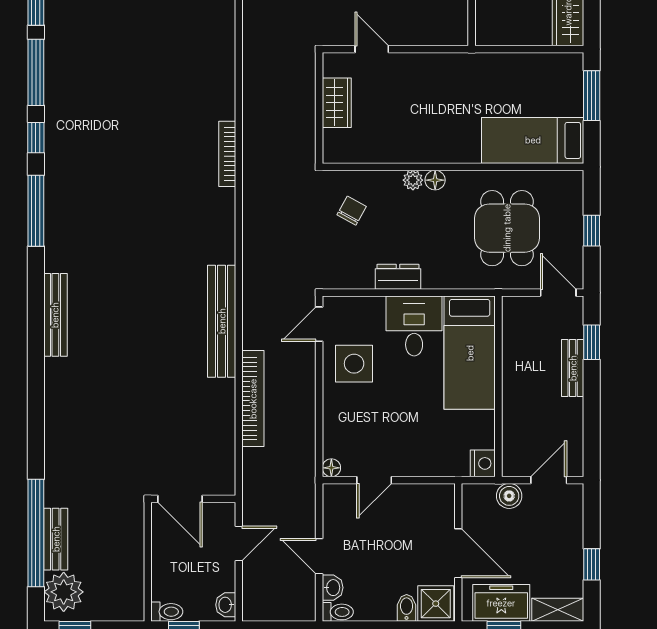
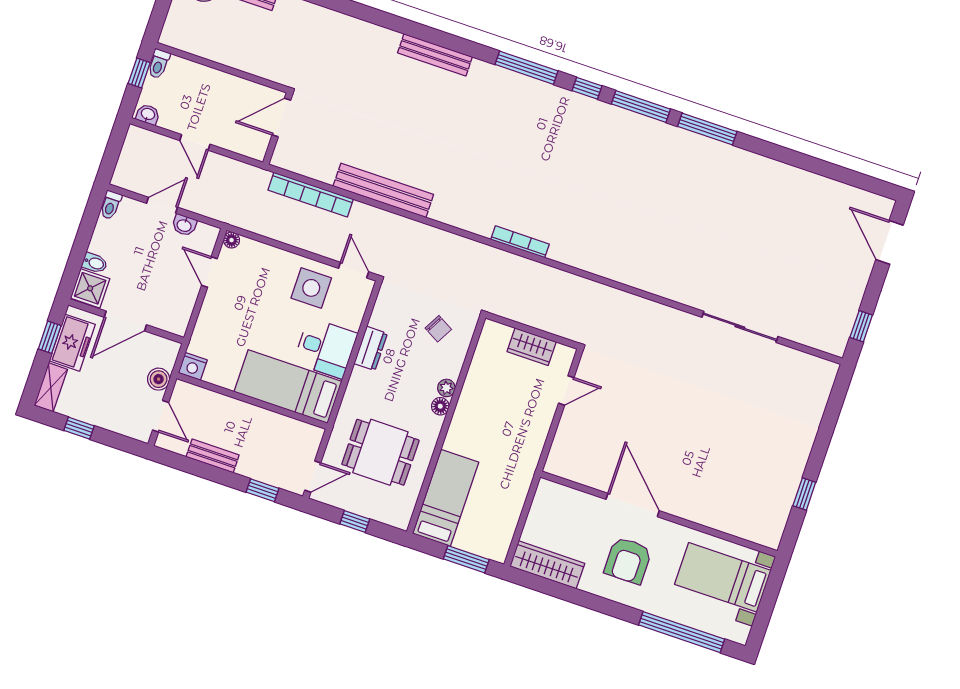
bench: (573, 368) -> (213, 456), moved
door: (180, 499) -> (281, 118), moved
wall: (193, 499) -> (278, 128), moved
washbasin: (333, 588) -> (184, 225), moved

